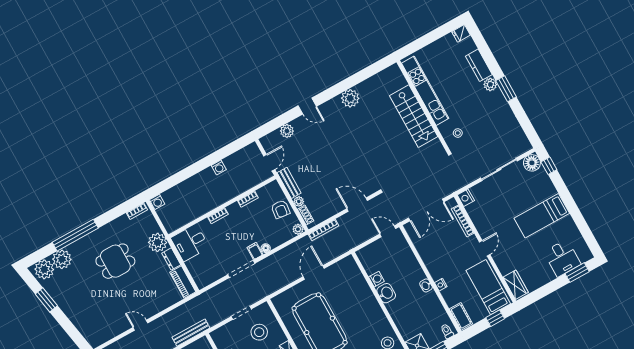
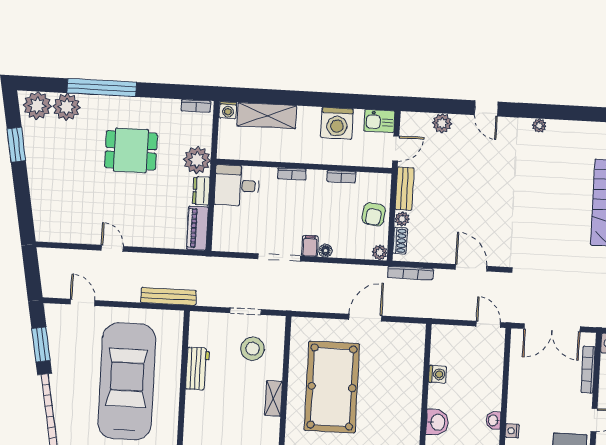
plant: (350, 98) -> (539, 126), width x0.53, depth x0.53
kitchen sink: (250, 153) -> (379, 121), added
washing machine: (219, 168) -> (337, 123), width x1.89, depth x1.89
shelving: (182, 191) -> (267, 116), added
washbasin: (386, 293) -> (437, 422), moved

